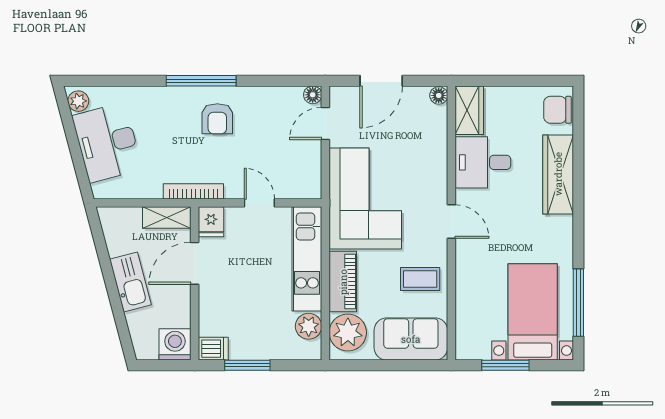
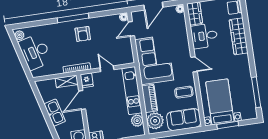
bed with nightstands: (533, 312) -> (220, 102), moved

